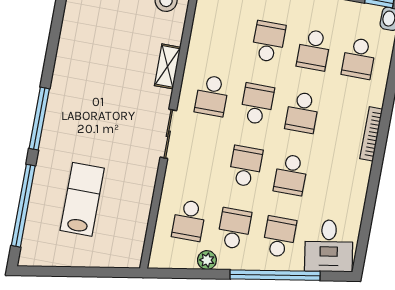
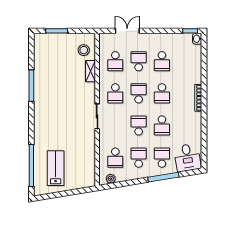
school desk: (359, 58) -> (115, 61), moved
shelving: (168, 66) -> (91, 71), moved
window: (39, 119) -> (31, 86), moved
lab bench: (82, 199) -> (56, 168), moved
plant: (207, 260) -> (111, 179), moved
window: (275, 275) -> (163, 177), width x0.68

